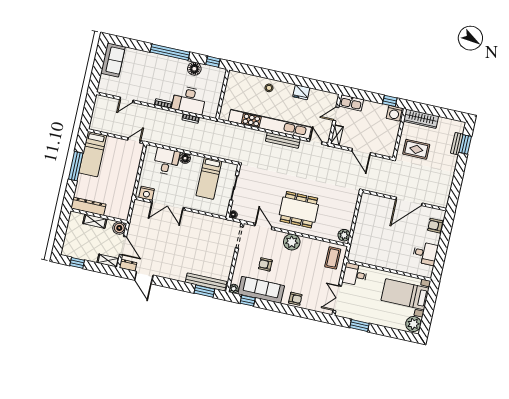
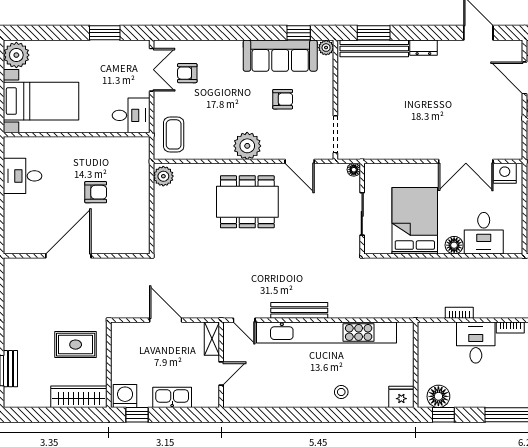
floor lamp: (194, 69) -> (438, 396), moved
fridge: (301, 92) -> (401, 397), moved
desk: (189, 100) -> (476, 343), width x0.73
kitchen sink: (351, 103) -> (172, 397), moved
bed: (209, 178) -> (415, 221), width x1.50
double door: (168, 205) -> (466, 161), swing flipped
armchair: (435, 226) -> (96, 192), moved
dresser: (128, 265) -> (423, 48), moved
armchair: (295, 299) -> (187, 73), moved

